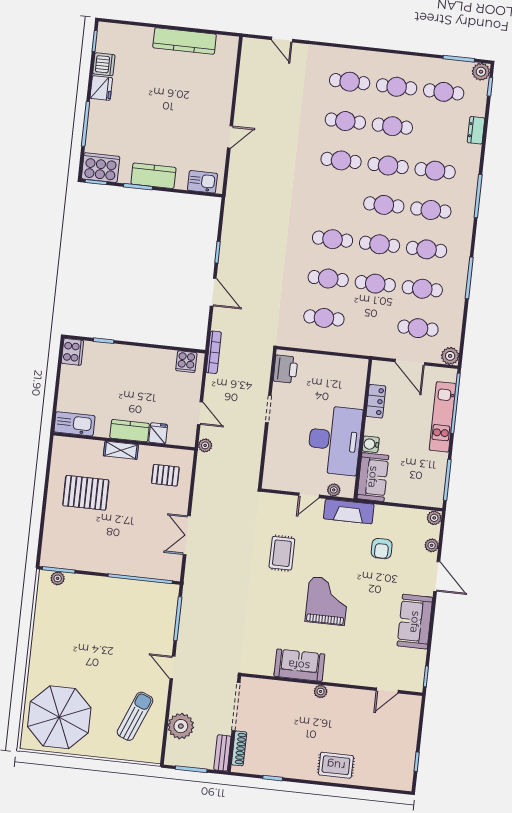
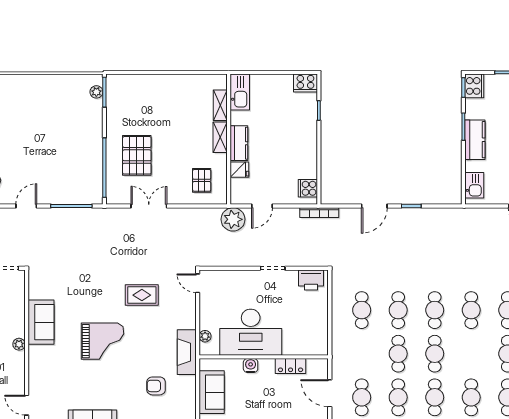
cooker: (101, 168) -> (474, 86), width x0.73, depth x0.76
cafe table: (384, 205) -> (471, 310), moved
door: (410, 362) -> (330, 393), hinge flipped
plant: (205, 445) -> (233, 219), width x1.87, depth x1.87
shelving: (86, 446) -> (220, 105), added
sofa: (373, 477) -> (212, 392), moved, turned -90
pallet: (86, 493) -> (137, 155), moved
door: (309, 495) -> (198, 283), moved

